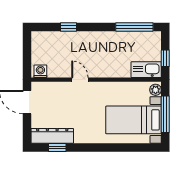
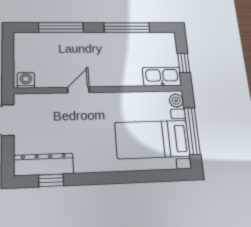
window: (68, 27) -> (61, 28), width x2.17
window: (134, 27) -> (127, 28), moved
door: (80, 80) -> (78, 90), hinge flipped

